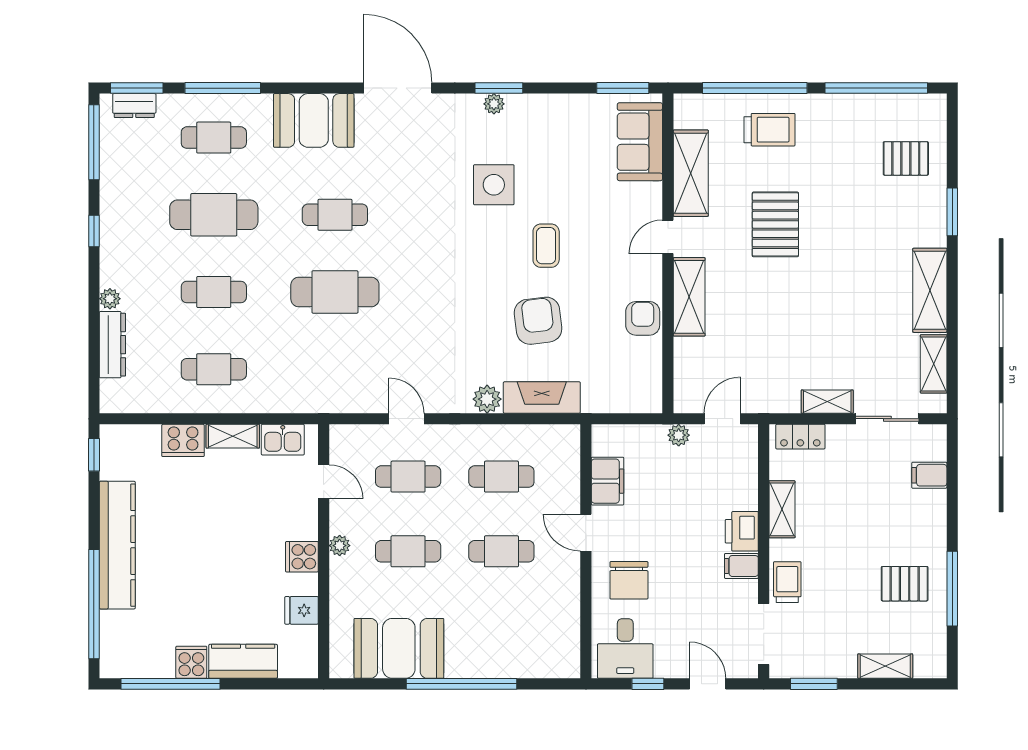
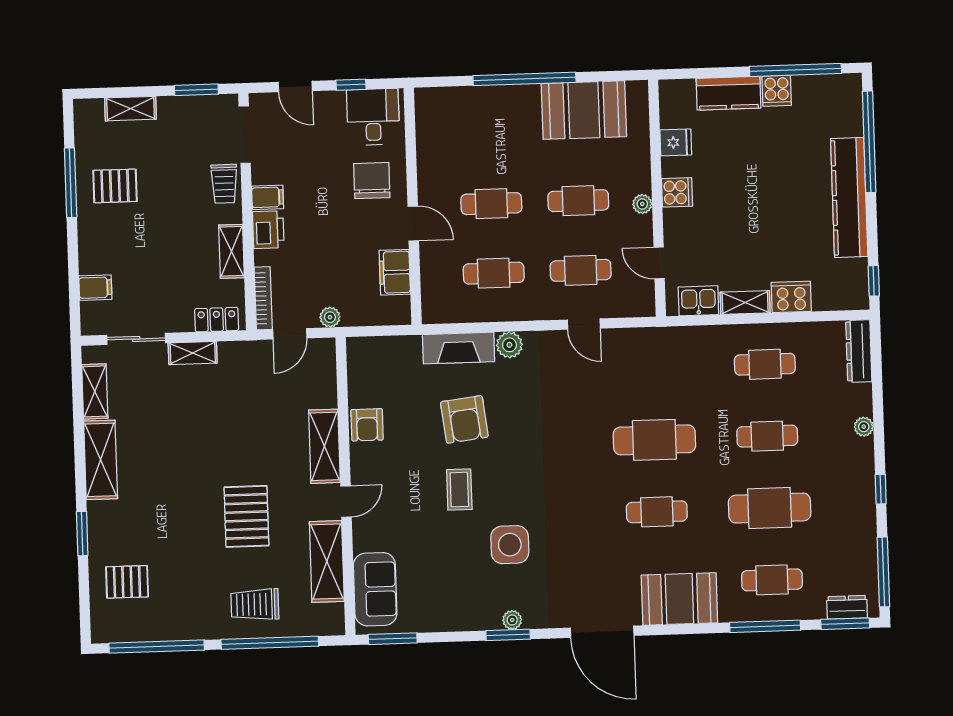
dresser: (112, 345) -> (859, 351), moved
bookcase: (750, 458) -> (263, 298), added

